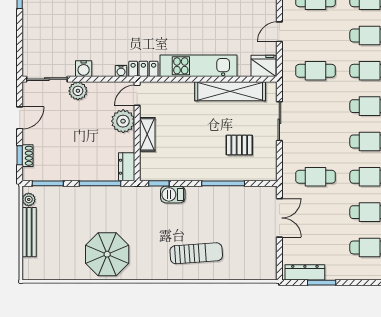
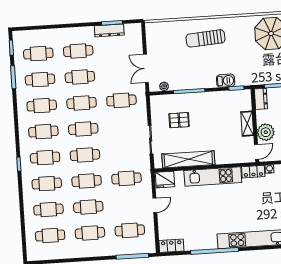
plant: (257, 192) -> (164, 86), added
dresser: (305, 272) -> (109, 30), moved

